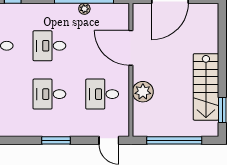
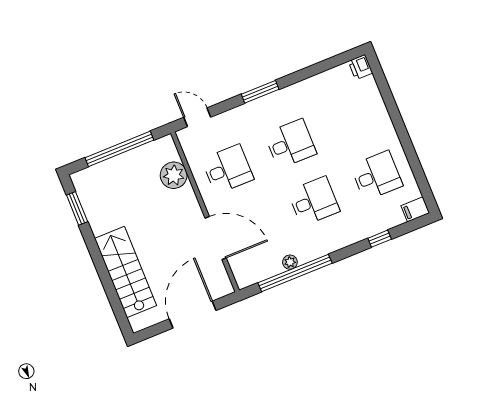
stairs: (206, 87) -> (125, 272), moved
plant: (143, 92) -> (174, 175), moved

